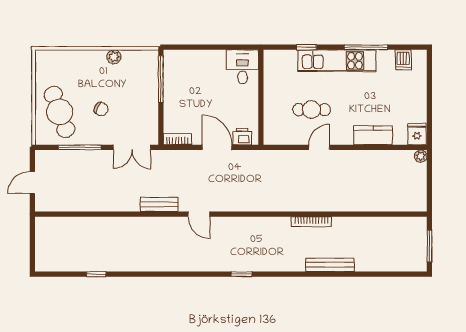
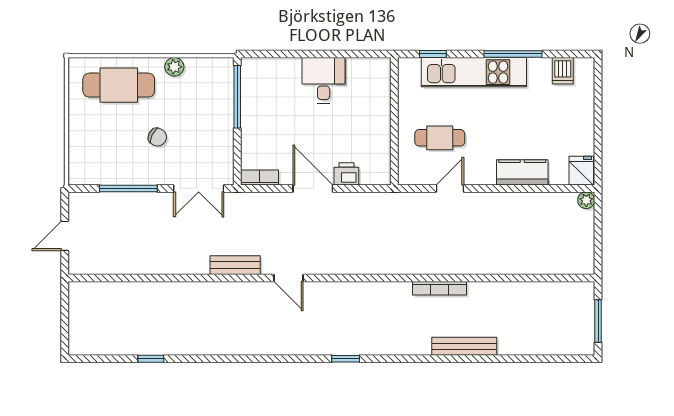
desk: (243, 67) -> (324, 80), moved
wall: (261, 97) -> (394, 121), moved
cafe table: (60, 112) -> (119, 85), moved, turned -70

